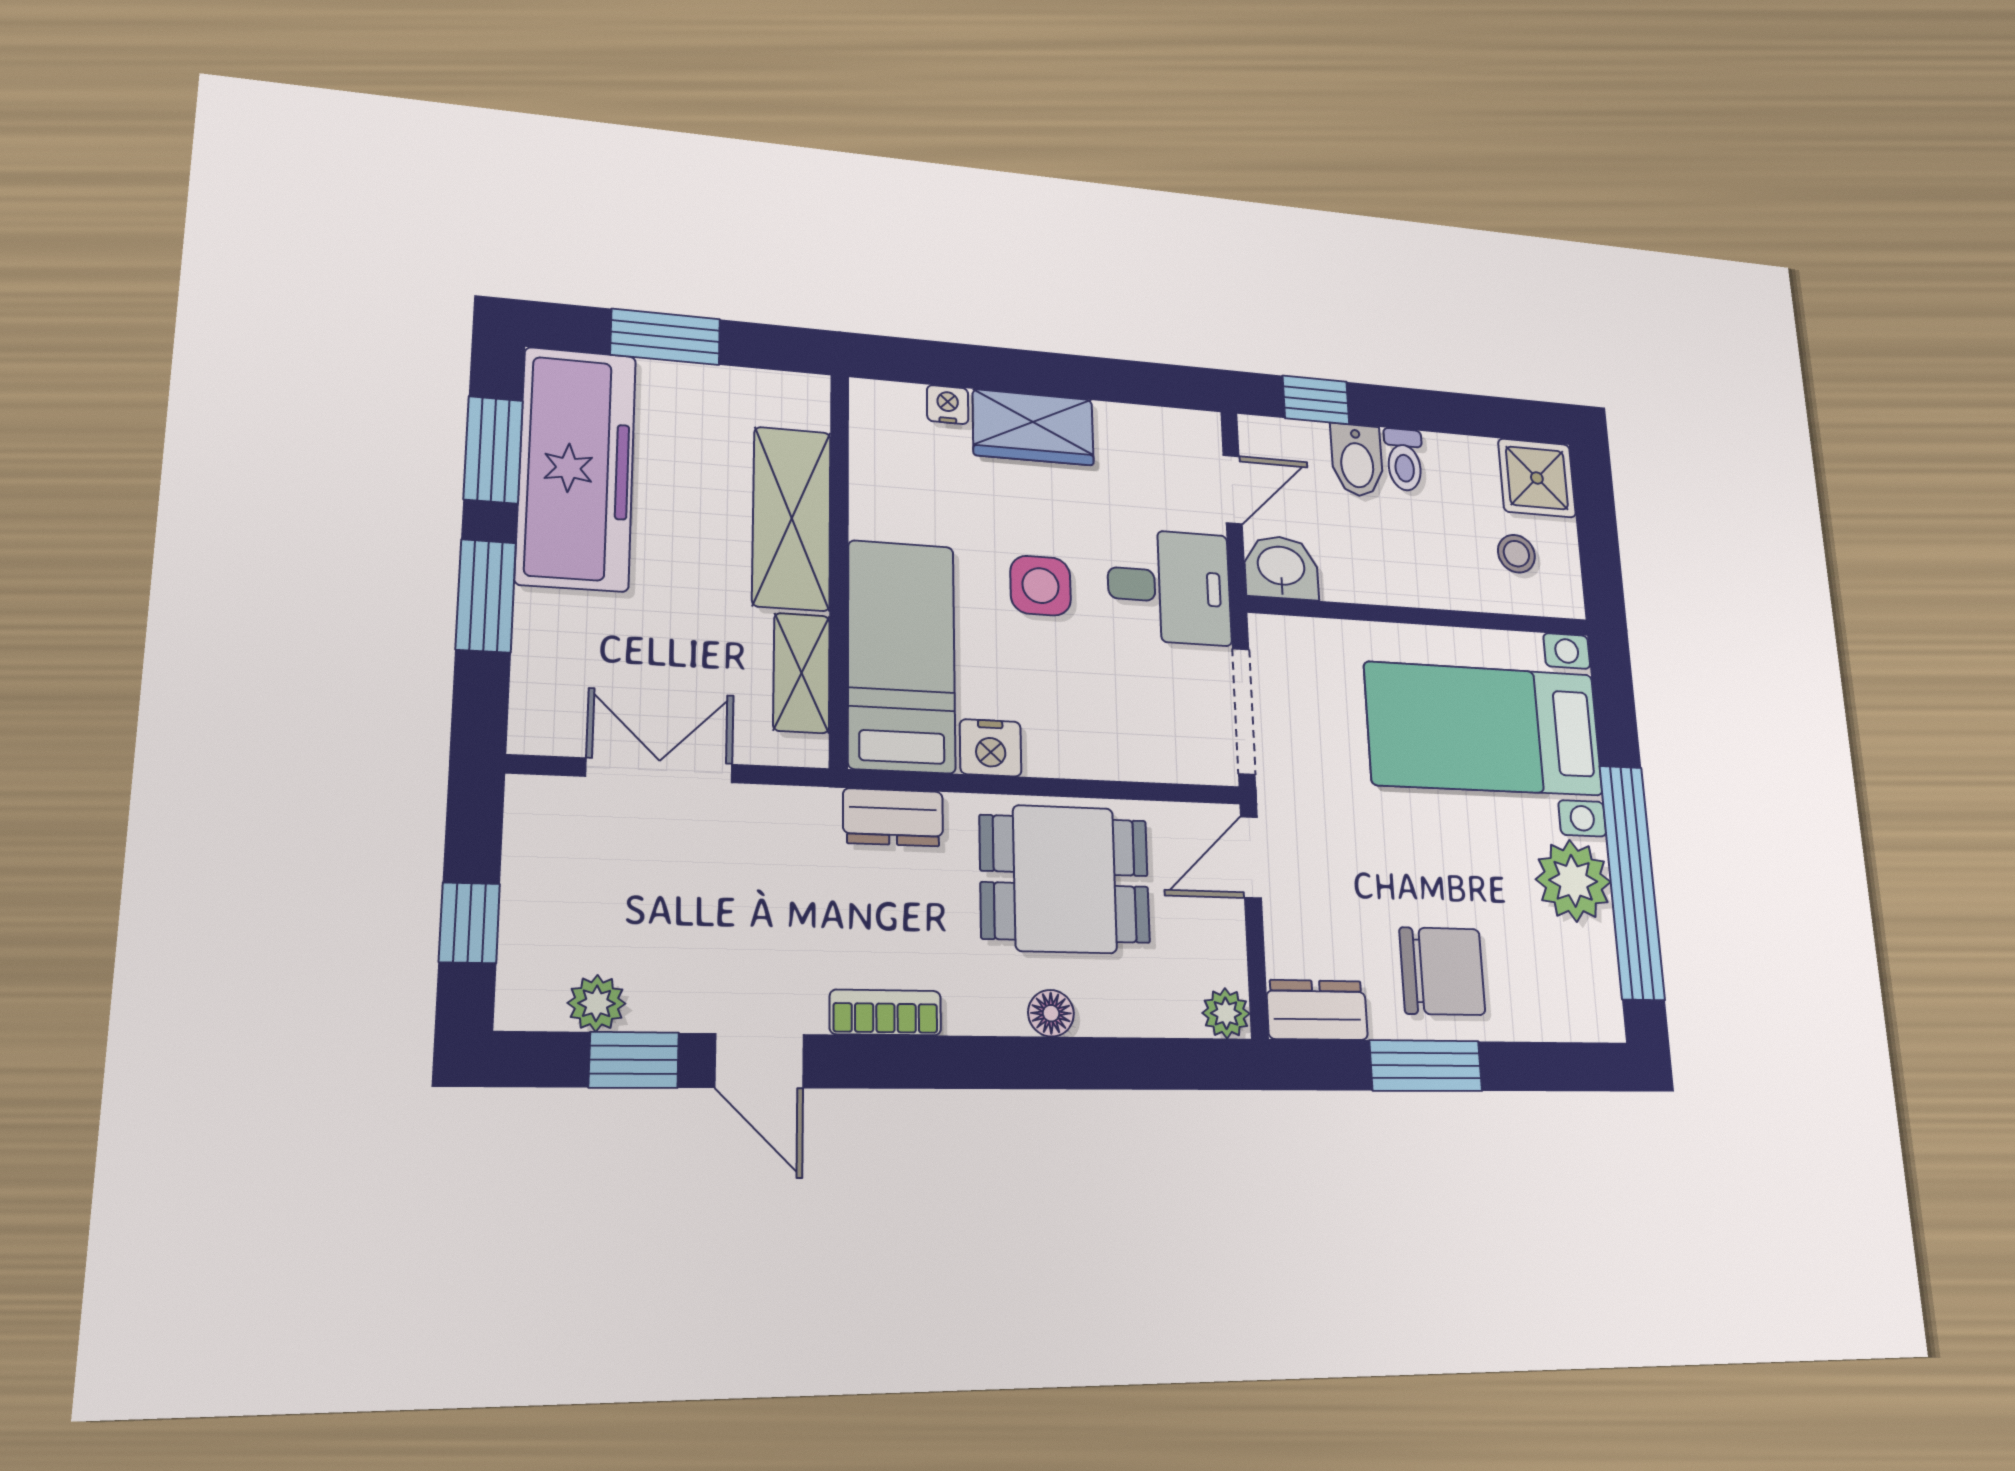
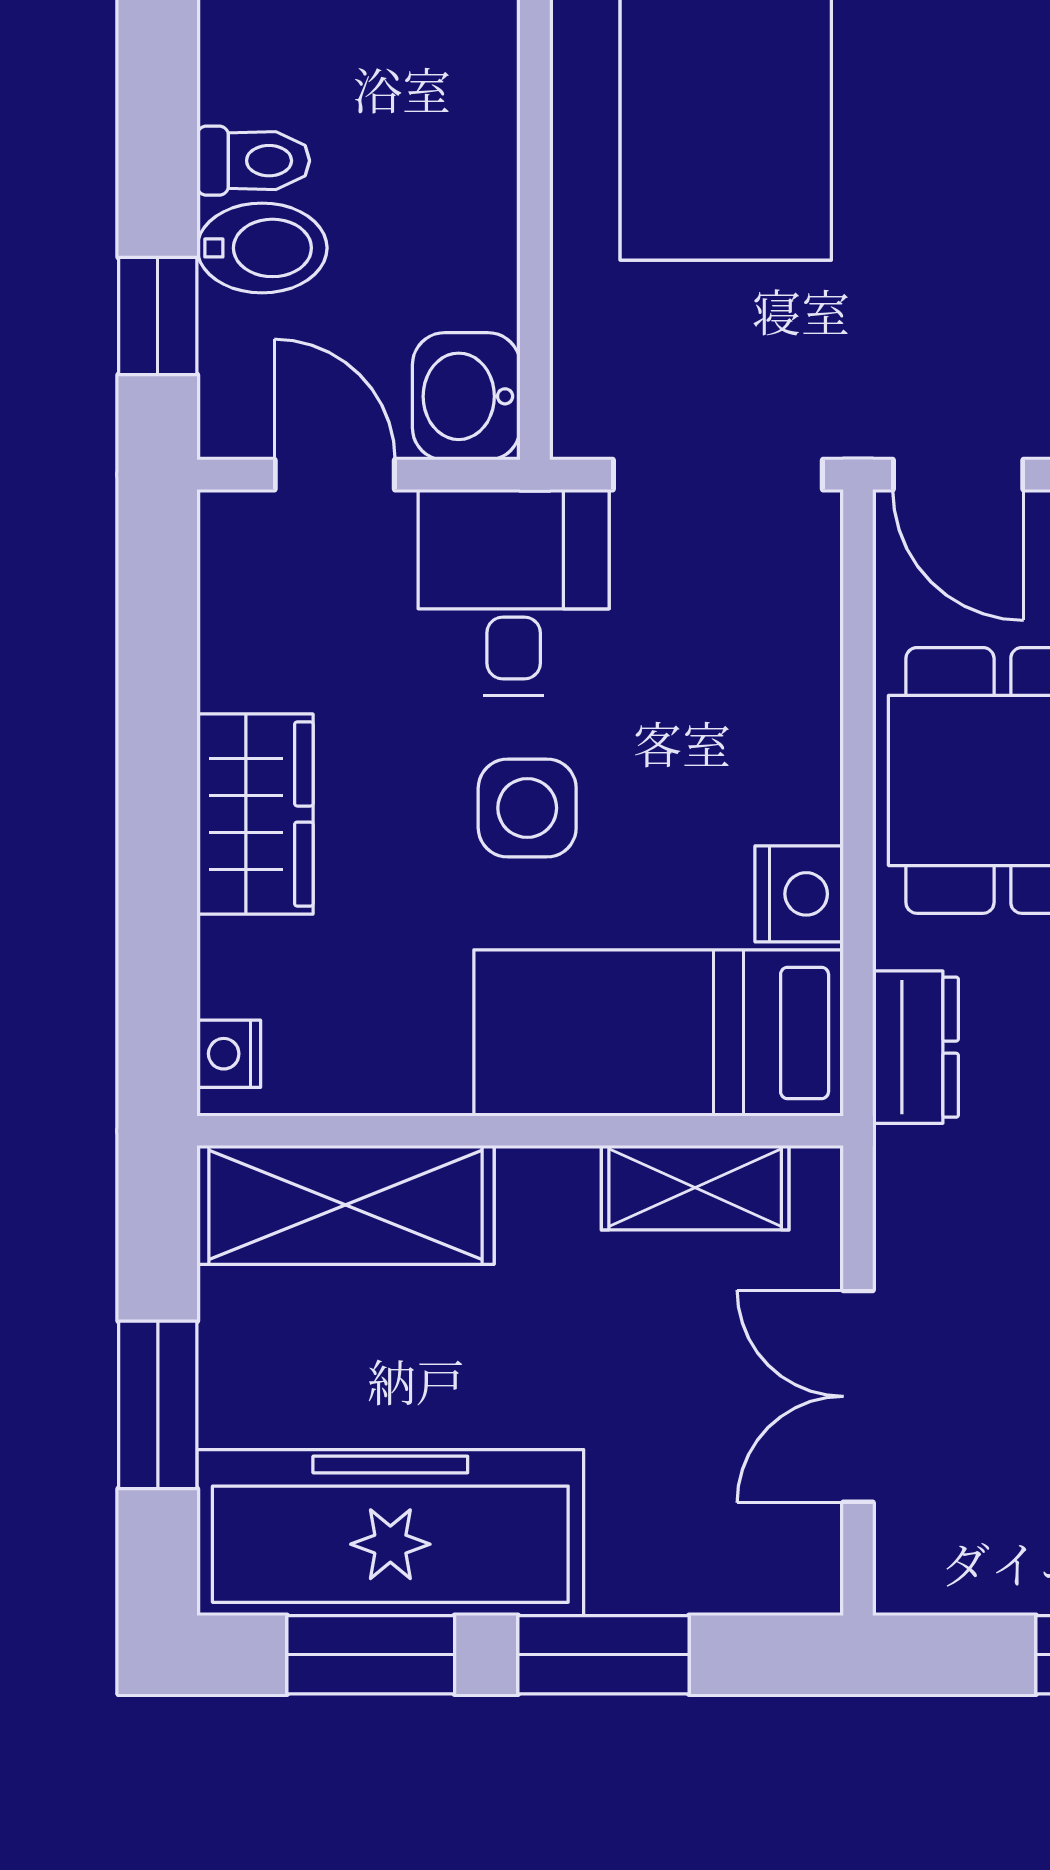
nightstand: (948, 405) -> (229, 1054), moved
shelving: (792, 518) -> (346, 1205), moved

